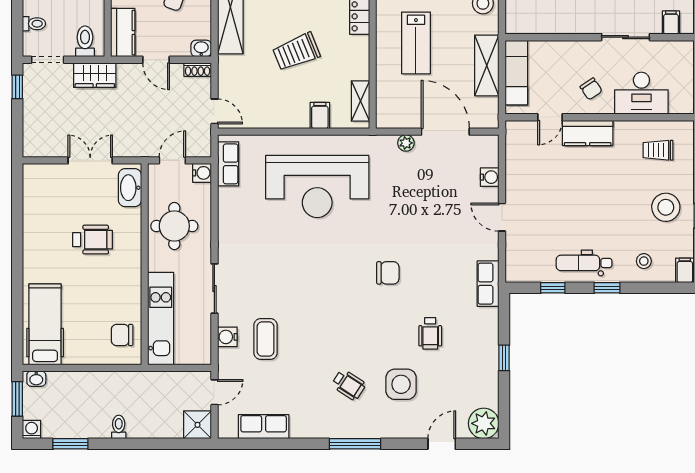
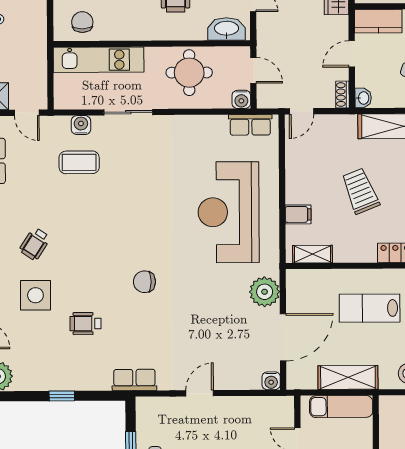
plant: (406, 143) -> (265, 292), width x1.88, depth x1.88
water cooler: (490, 177) -> (271, 381), moved
chair: (388, 273) -> (144, 282), turned 90

